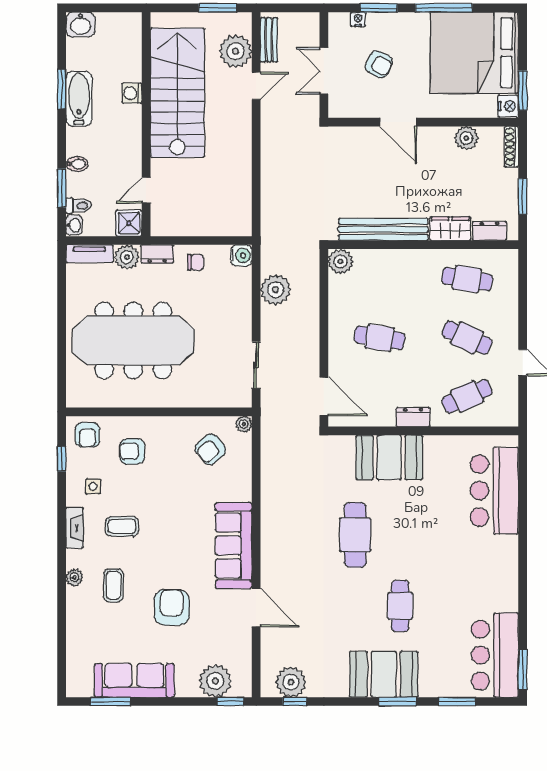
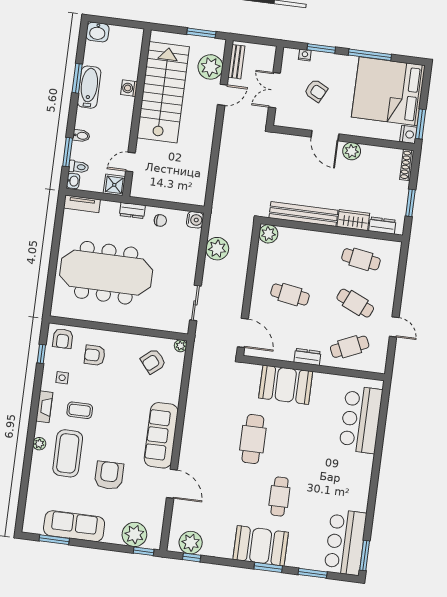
plant: (466, 138) -> (352, 151), moved
plant: (127, 257) -> (110, 210), removed
coffee table: (113, 585) -> (68, 453), width x1.86, depth x1.72

